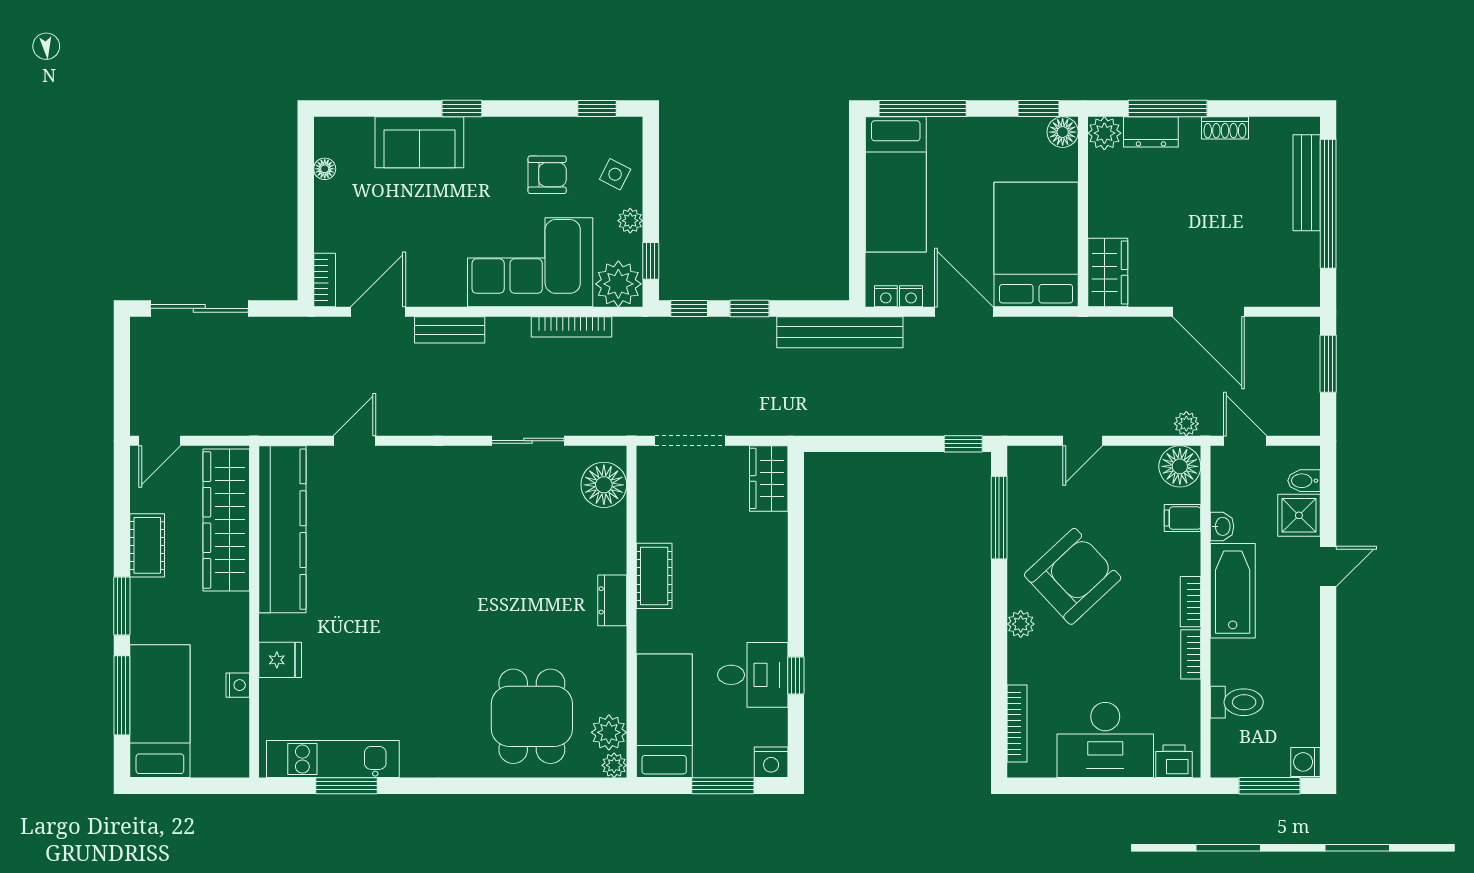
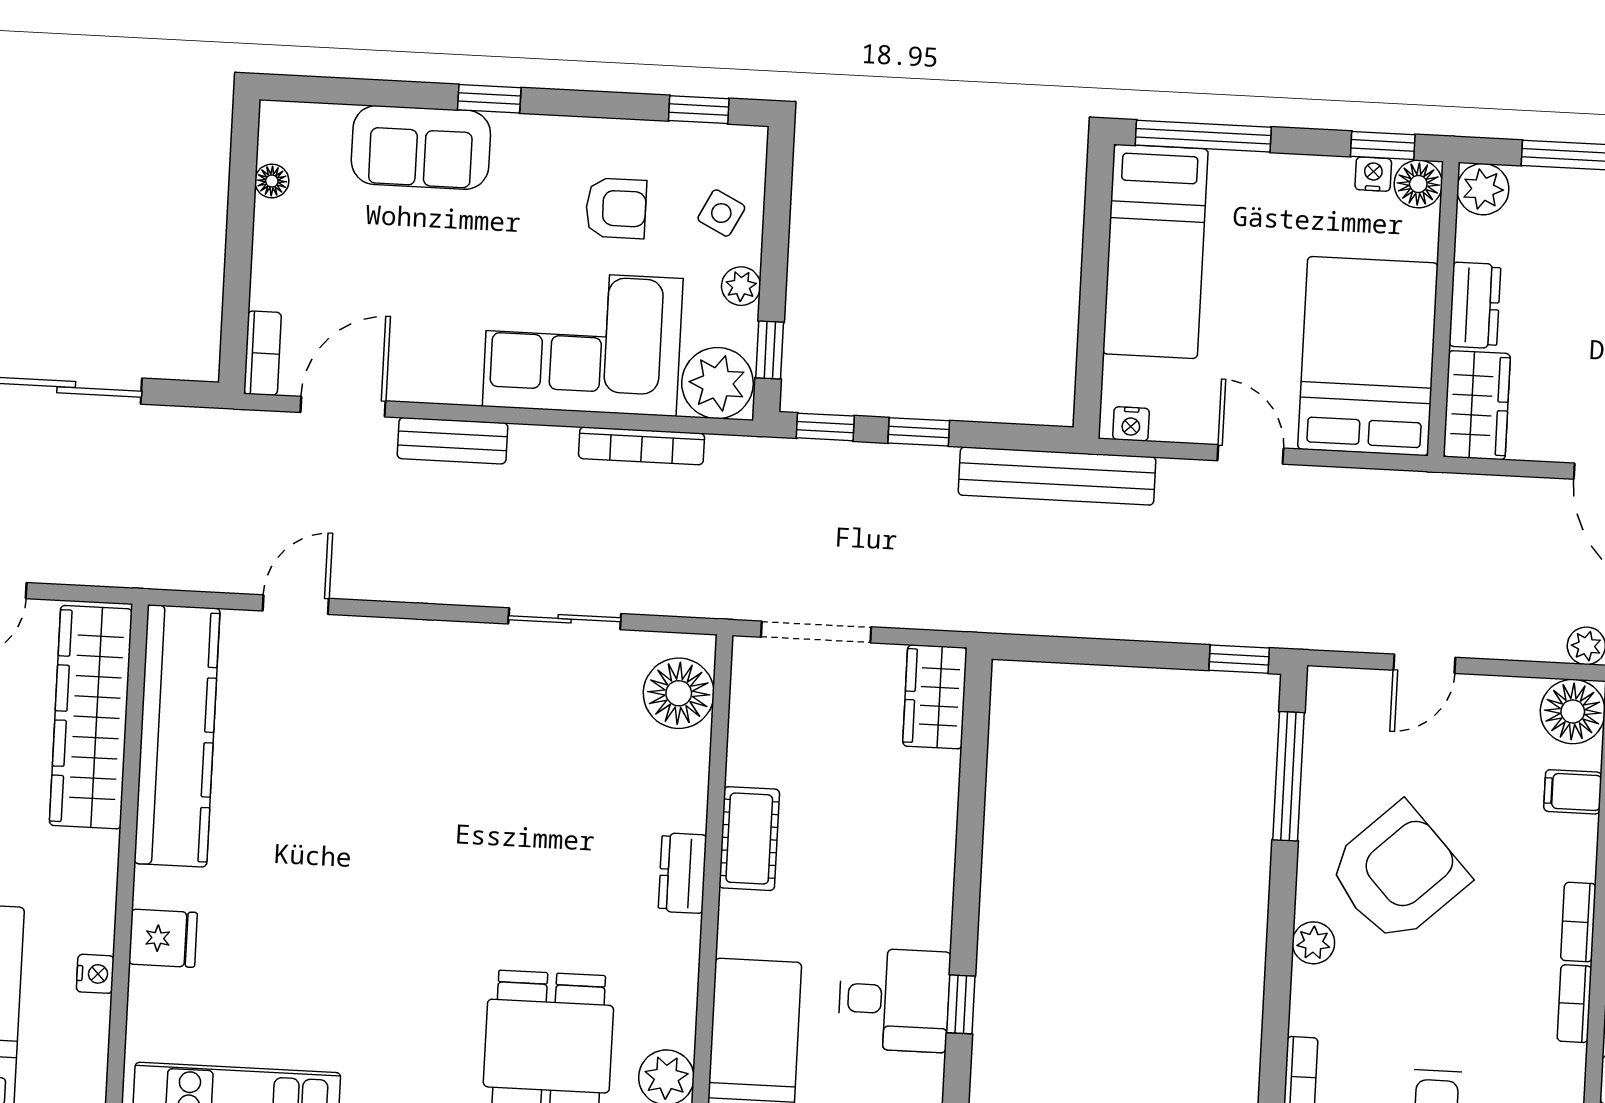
dresser: (1151, 132) -> (1475, 305), moved, turned -90
nightstand: (911, 296) -> (1373, 174), moved, turned 180
door: (964, 312) -> (1250, 454), width x0.73

